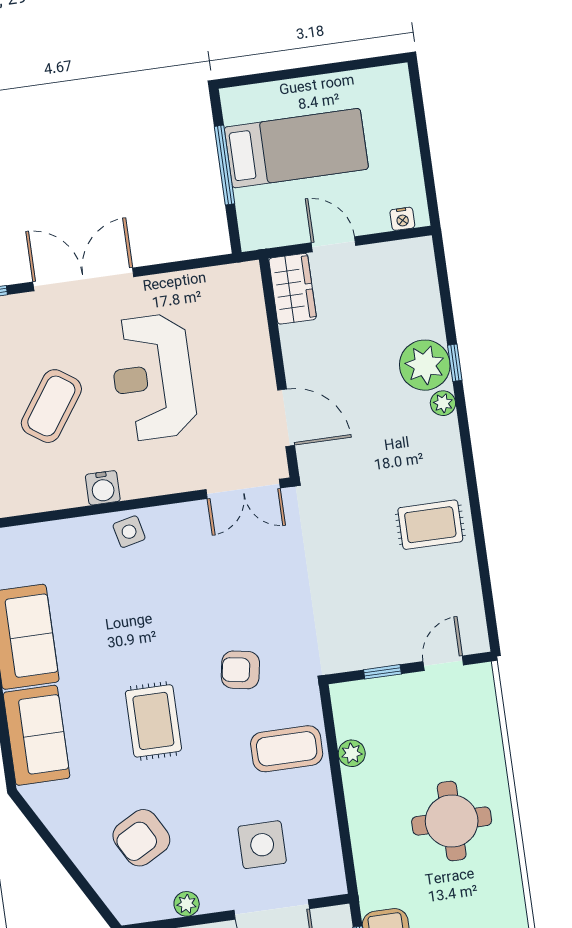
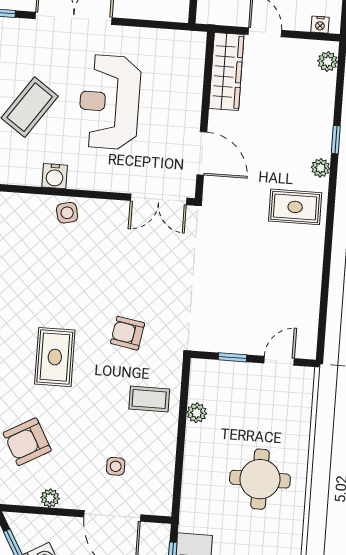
wardrobe: (293, 289) -> (226, 72), width x1.50
plant: (425, 365) -> (328, 61), moved, width x0.53, depth x0.53
rug: (430, 525) -> (295, 207), moved
coffee table: (287, 749) -> (149, 399), width x0.73, depth x0.77
side table: (262, 845) -> (116, 466), width x0.54, depth x0.54

